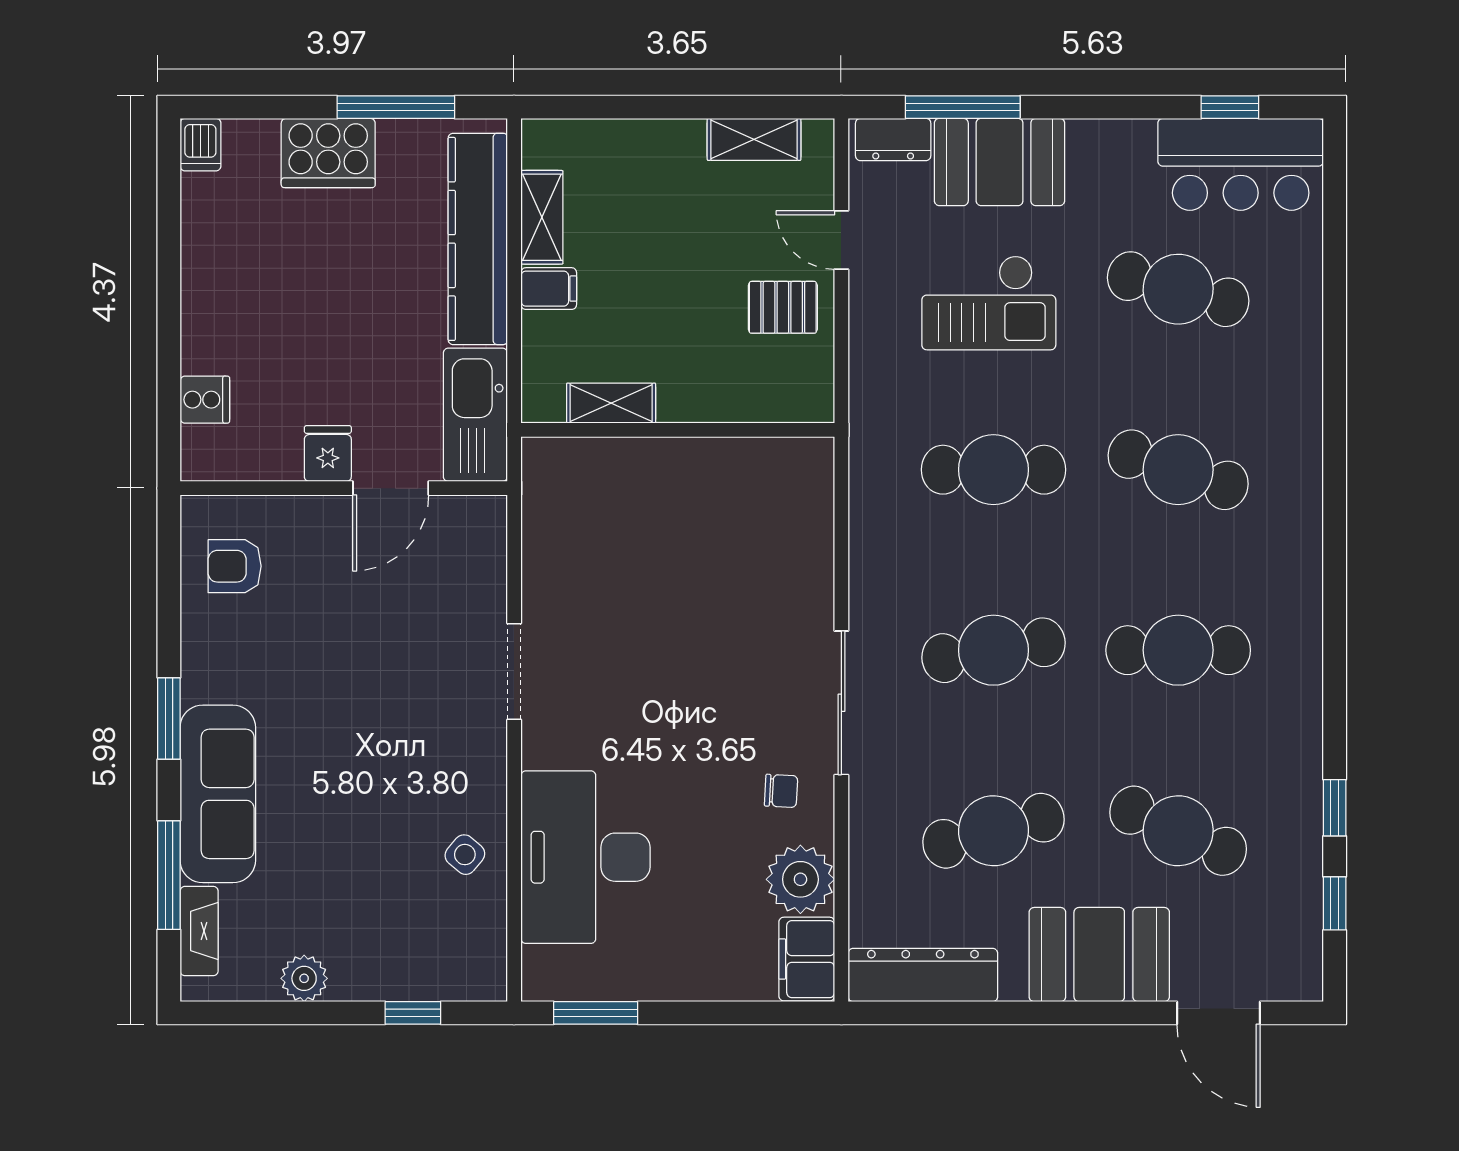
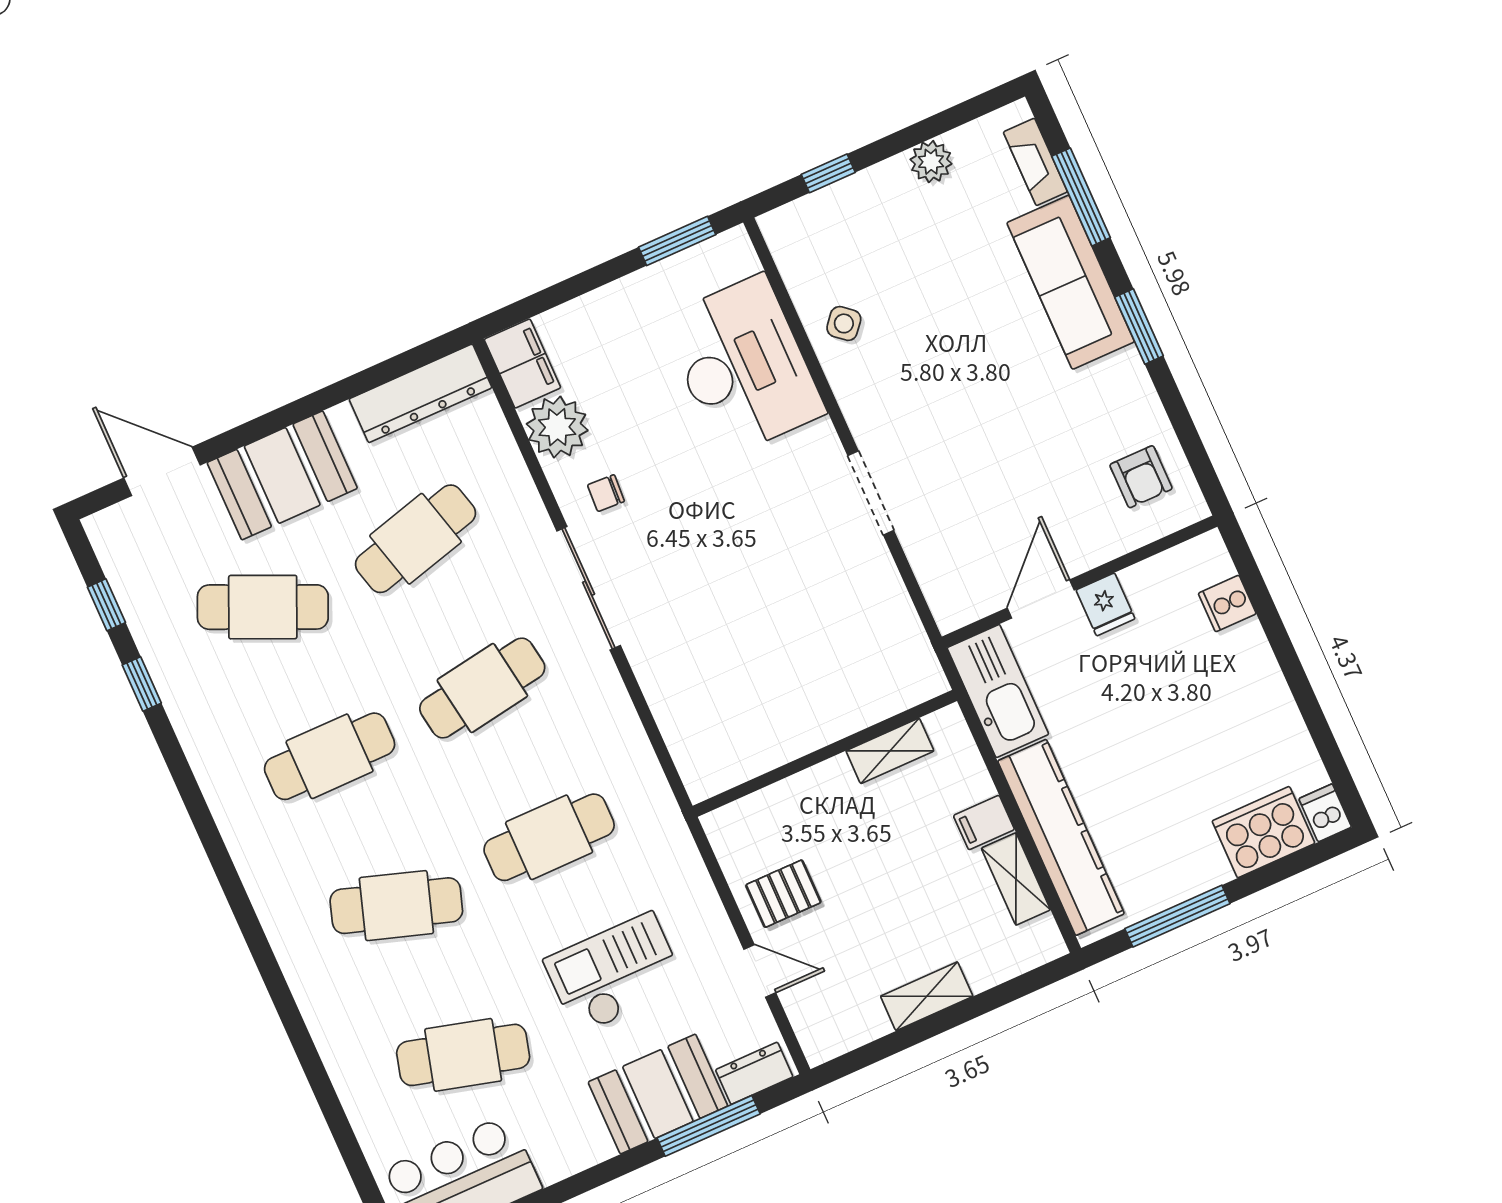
shelving: (754, 139) -> (927, 996), moved
cooker: (328, 153) -> (1263, 832), moved
armchair: (235, 566) -> (1141, 477), turned 90

